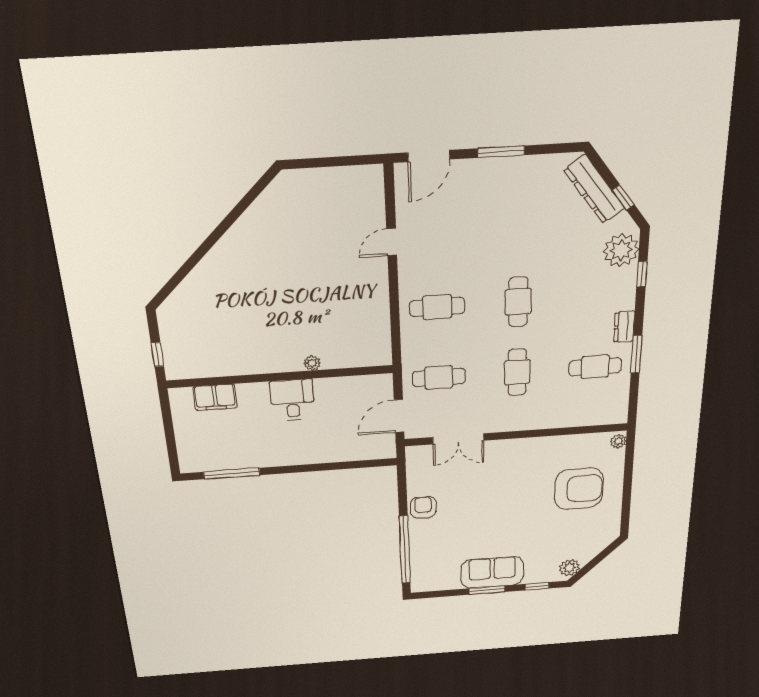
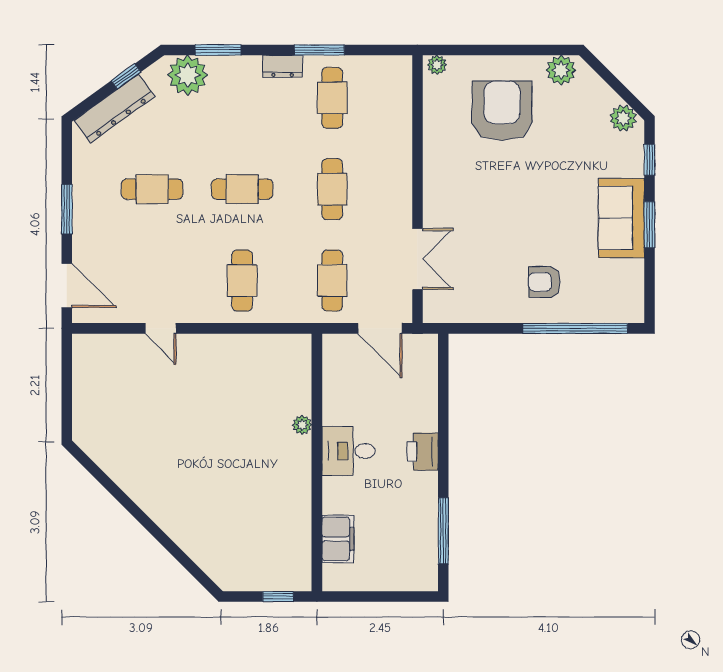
cafe table: (519, 227) -> (152, 189), added
window: (642, 274) -> (218, 50), width x1.50
cafe table: (517, 372) -> (332, 189), turned 90
printer: (297, 454) -> (423, 452), added
armchair: (423, 507) -> (544, 282), moved
plant: (609, 525) -> (561, 70), added

